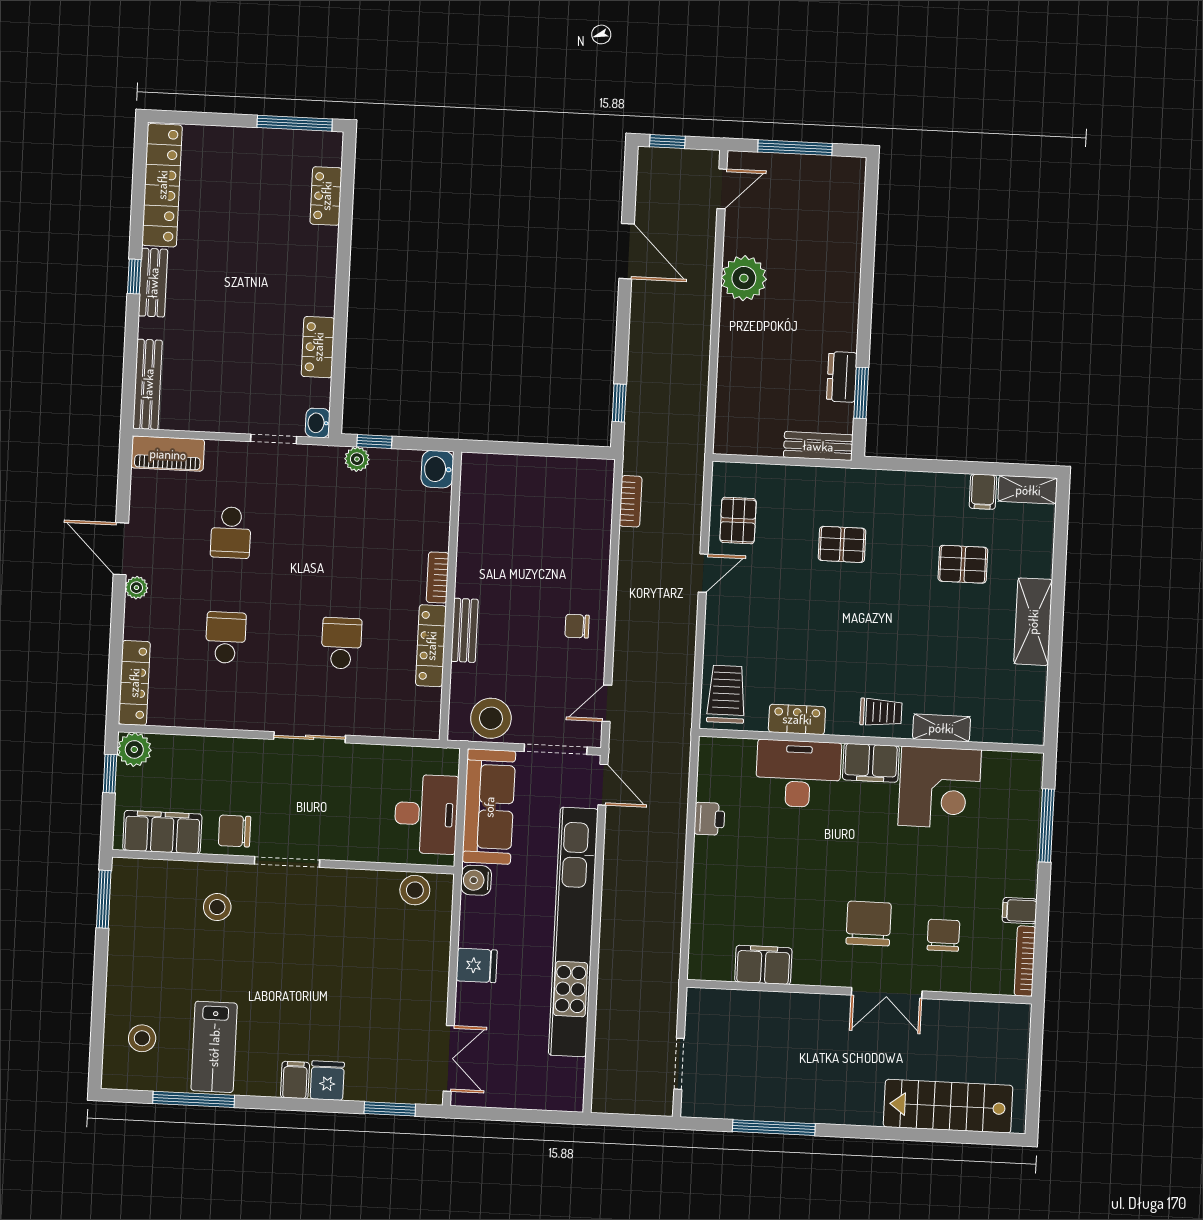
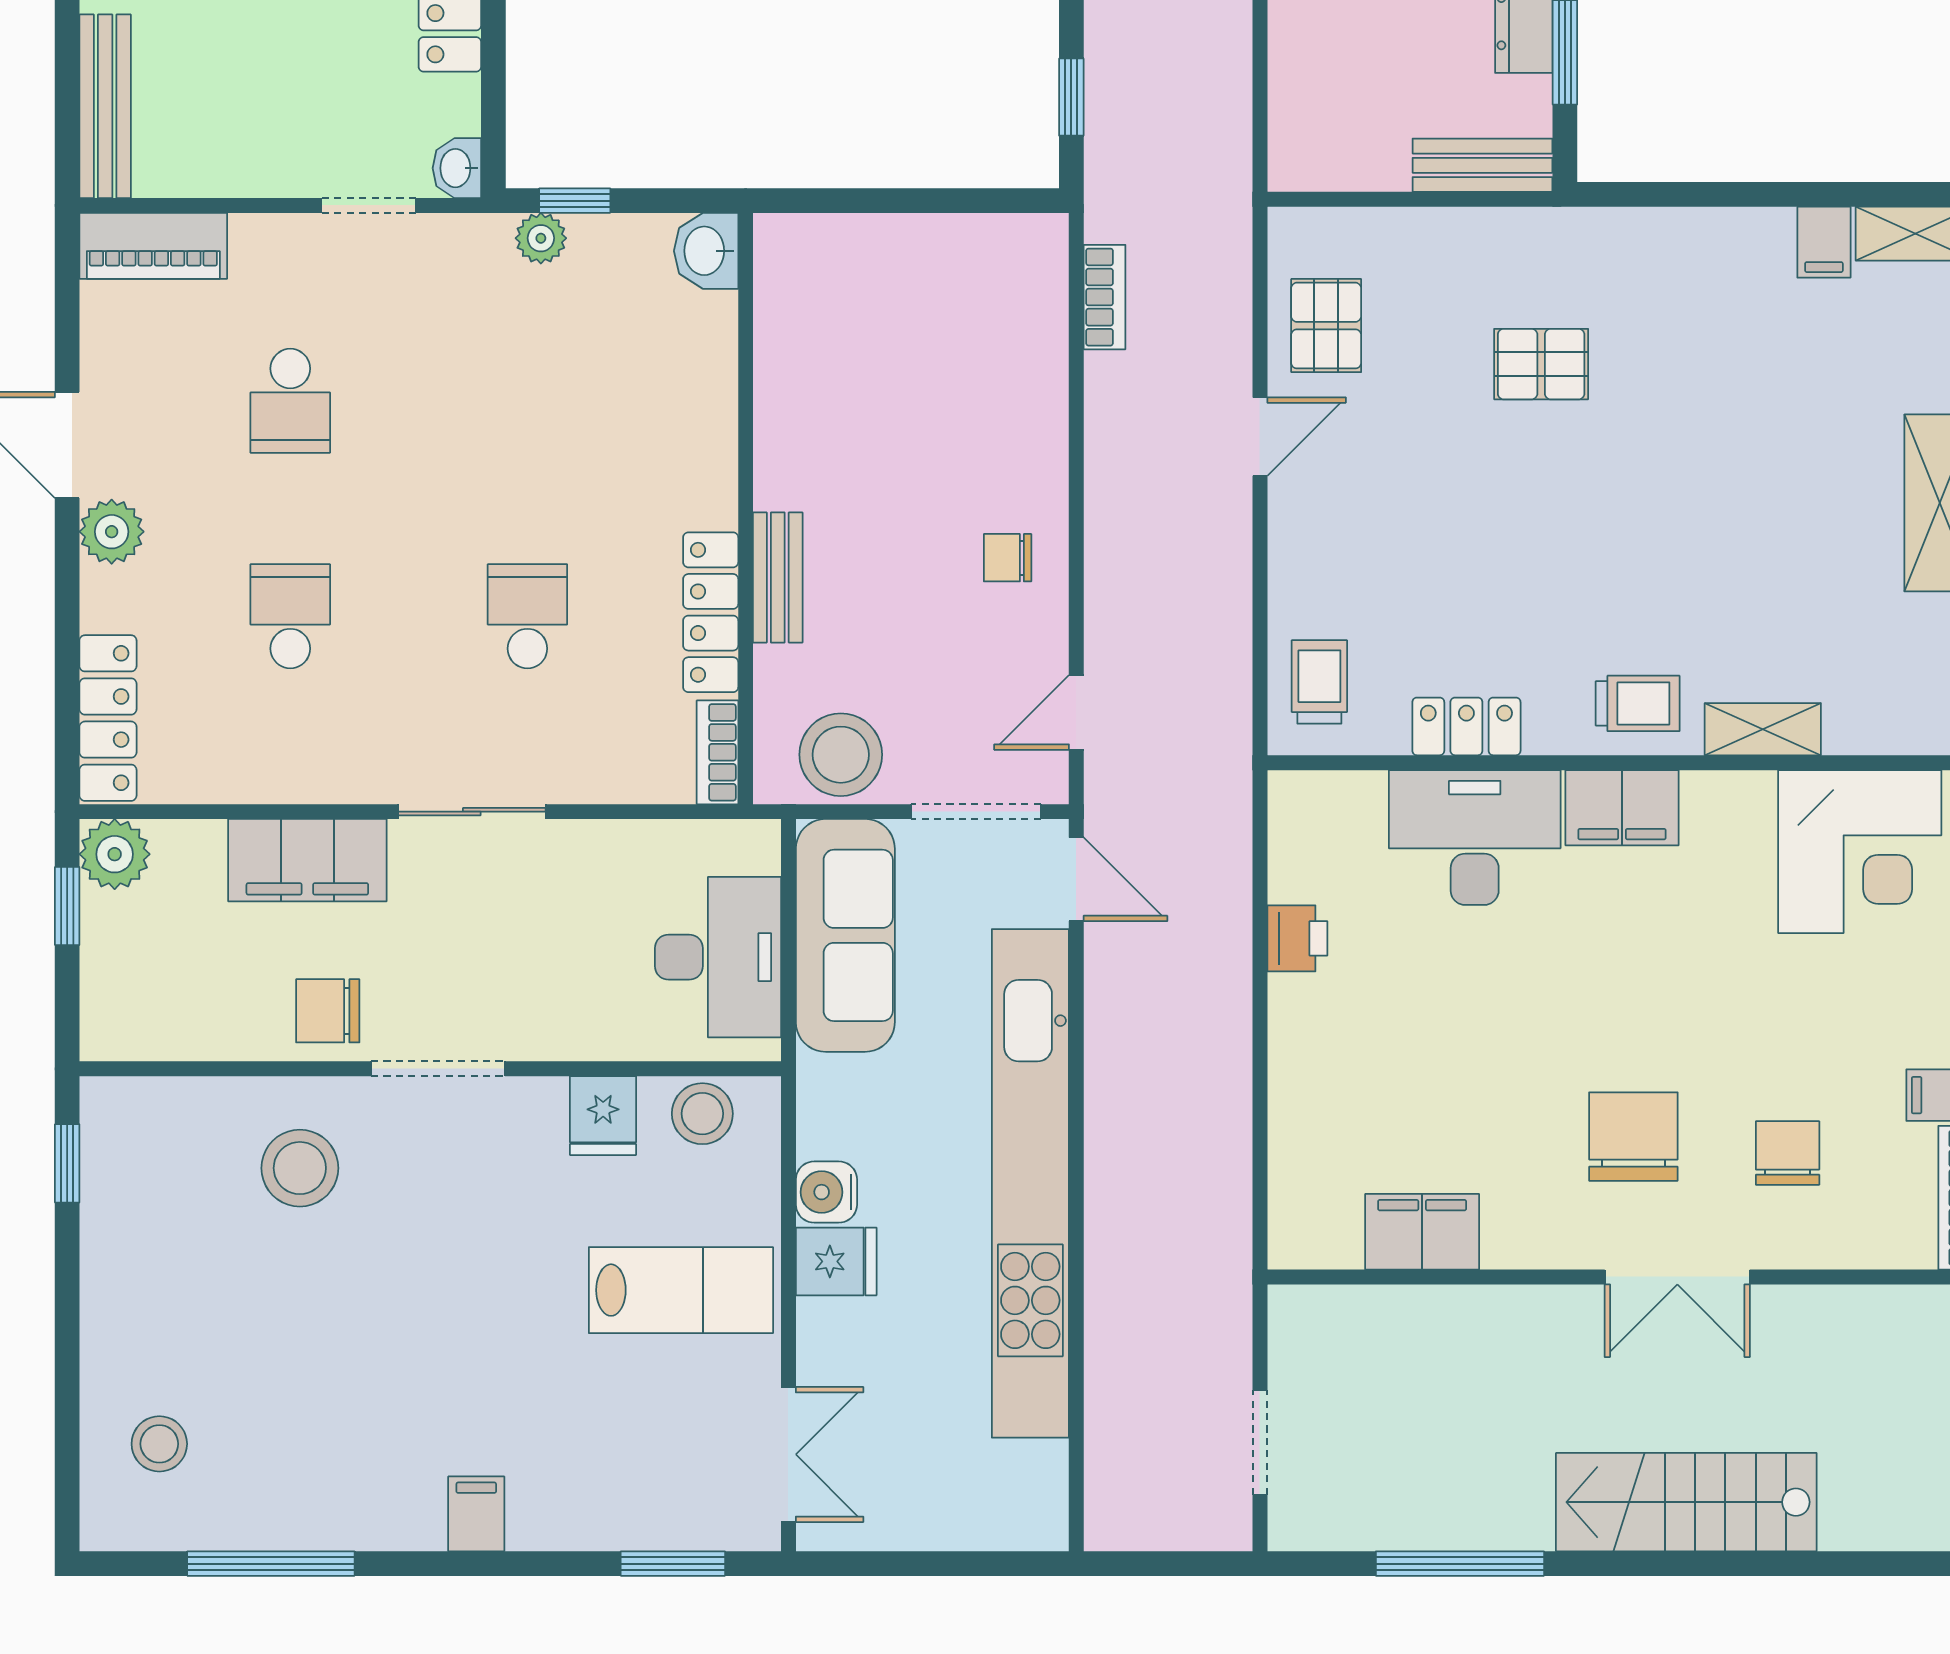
pallet: (963, 564) -> (1790, 393), removed
bookcase: (438, 577) -> (717, 752), moved
plant: (136, 588) -> (112, 532), width x1.38, depth x1.38
trolley: (726, 694) -> (1319, 682), width x0.73, depth x0.72
corner desk: (940, 788) -> (1860, 852), moved
filing cabinet: (162, 832) -> (307, 860), moved, turned 180
water cooler: (476, 880) -> (826, 1192), moved
window: (104, 899) -> (67, 1163), width x0.67
stool: (217, 907) -> (300, 1168), width x1.38, depth x1.38
lab bench: (214, 1047) -> (681, 1290), moved, turned -90
fridge: (327, 1081) -> (603, 1116), moved, turned 180
stairs: (948, 1106) -> (1686, 1502), moved

